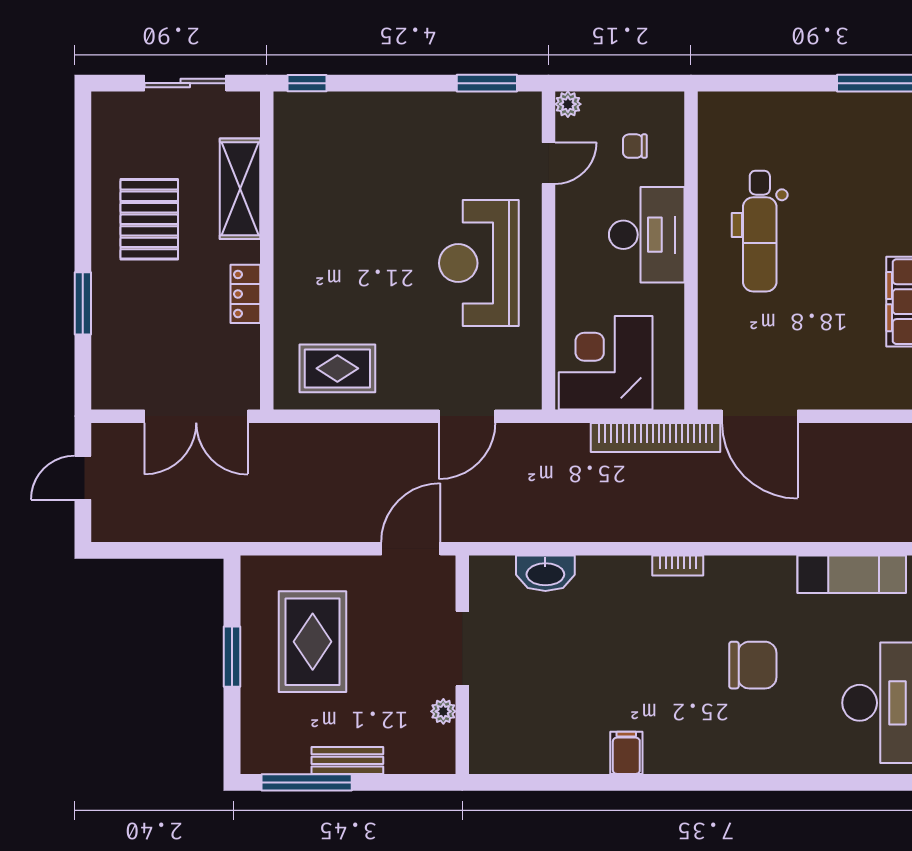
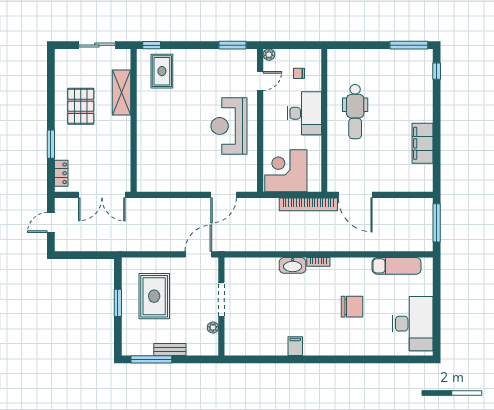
locker: (245, 294) -> (61, 173), moved, turned 180
rug: (337, 368) -> (162, 71), moved, turned 90
washbasin: (545, 573) -> (293, 265), moved

